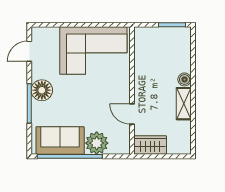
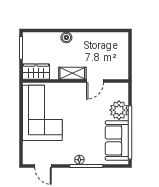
floor lamp: (42, 90) -> (79, 160), width x0.53, depth x0.53
shelving: (184, 104) -> (72, 73), moved
wardrobe: (150, 145) -> (36, 72), moved, turned 90

